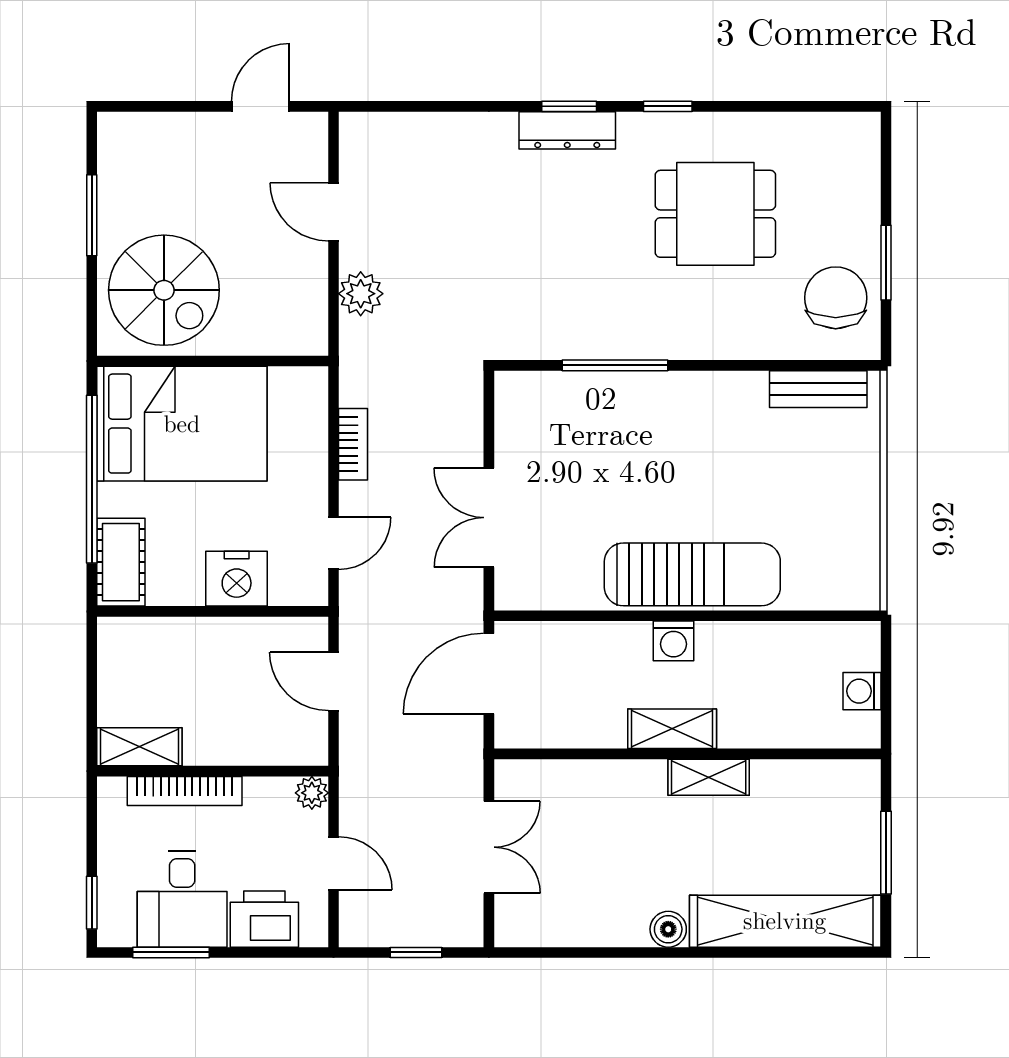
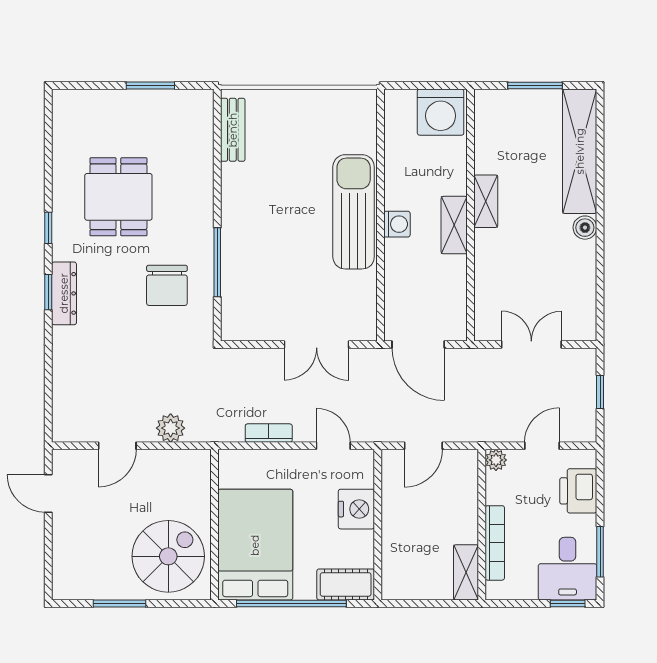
chair: (836, 298) -> (167, 285), moved, turned -90
washing machine: (862, 691) -> (441, 112), width x1.89, depth x1.89
desk: (182, 899) -> (568, 569), moved, turned 90

